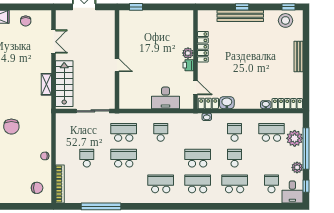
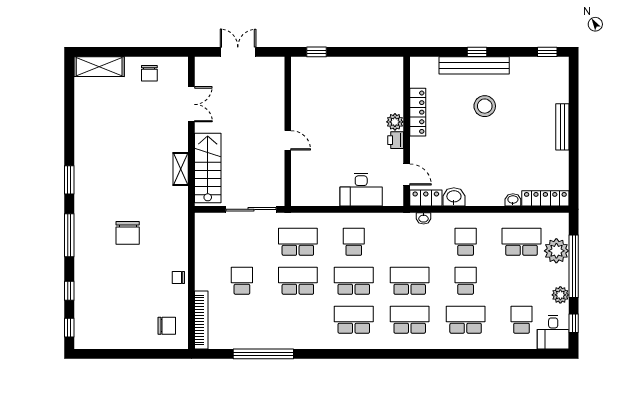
stool: (285, 20) -> (485, 106), moved
school desk: (161, 158) -> (354, 281), added

